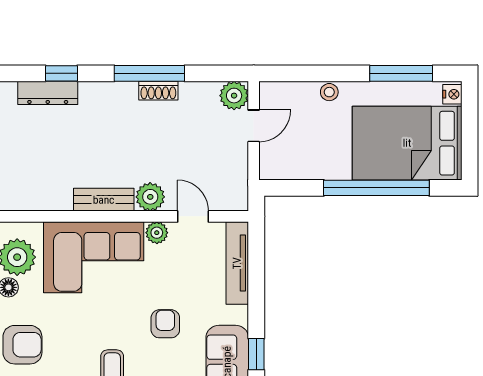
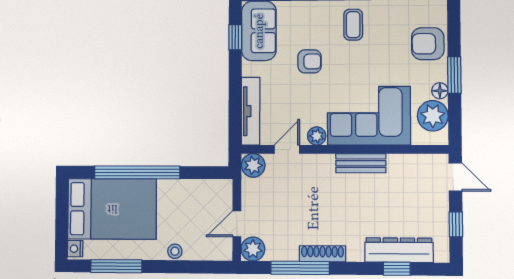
window: (149, 73) -> (300, 268), moved
shoe rack: (158, 91) -> (322, 254), width x1.43
dresser: (48, 93) -> (399, 250), width x1.37, depth x1.24
plant: (150, 197) -> (253, 165), moved
door: (193, 216) -> (287, 149), swing flipped
armchair: (165, 324) -> (310, 61), turned -90

